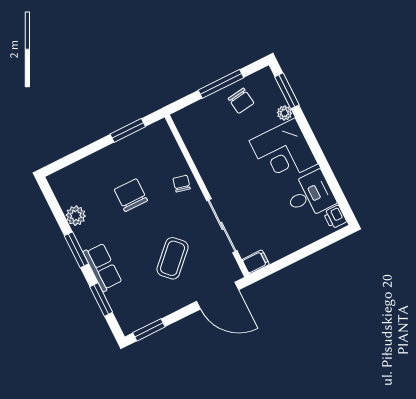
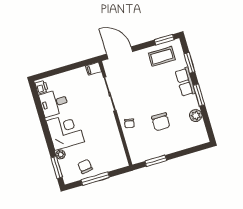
coffee table: (173, 258) -> (162, 56), moved, turned 45

